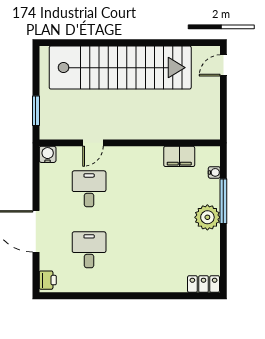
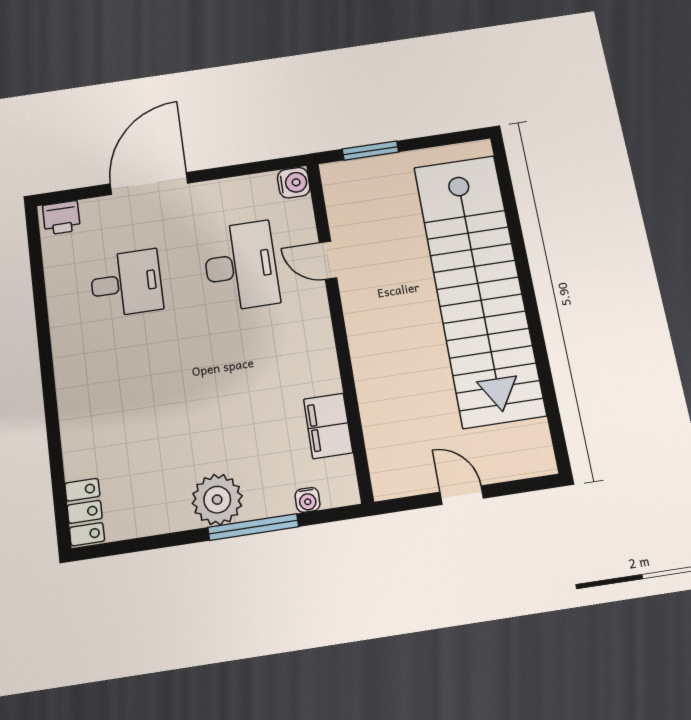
door: (223, 65) -> (462, 495), moved
desk: (89, 189) -> (241, 266), width x1.37

